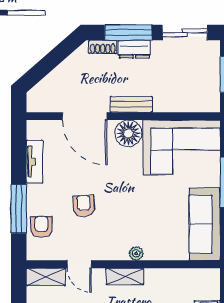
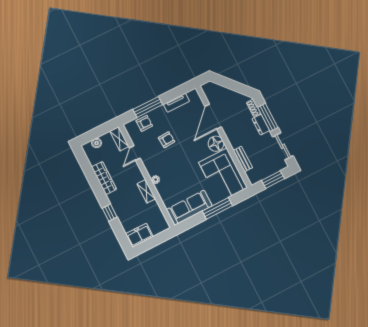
bench: (131, 104) -> (243, 159), moved
shelving: (125, 276) -> (146, 191), moved

